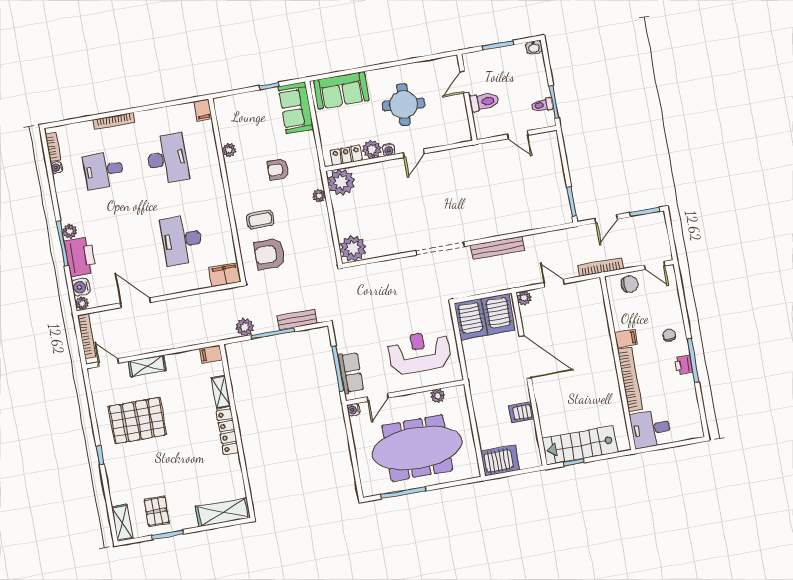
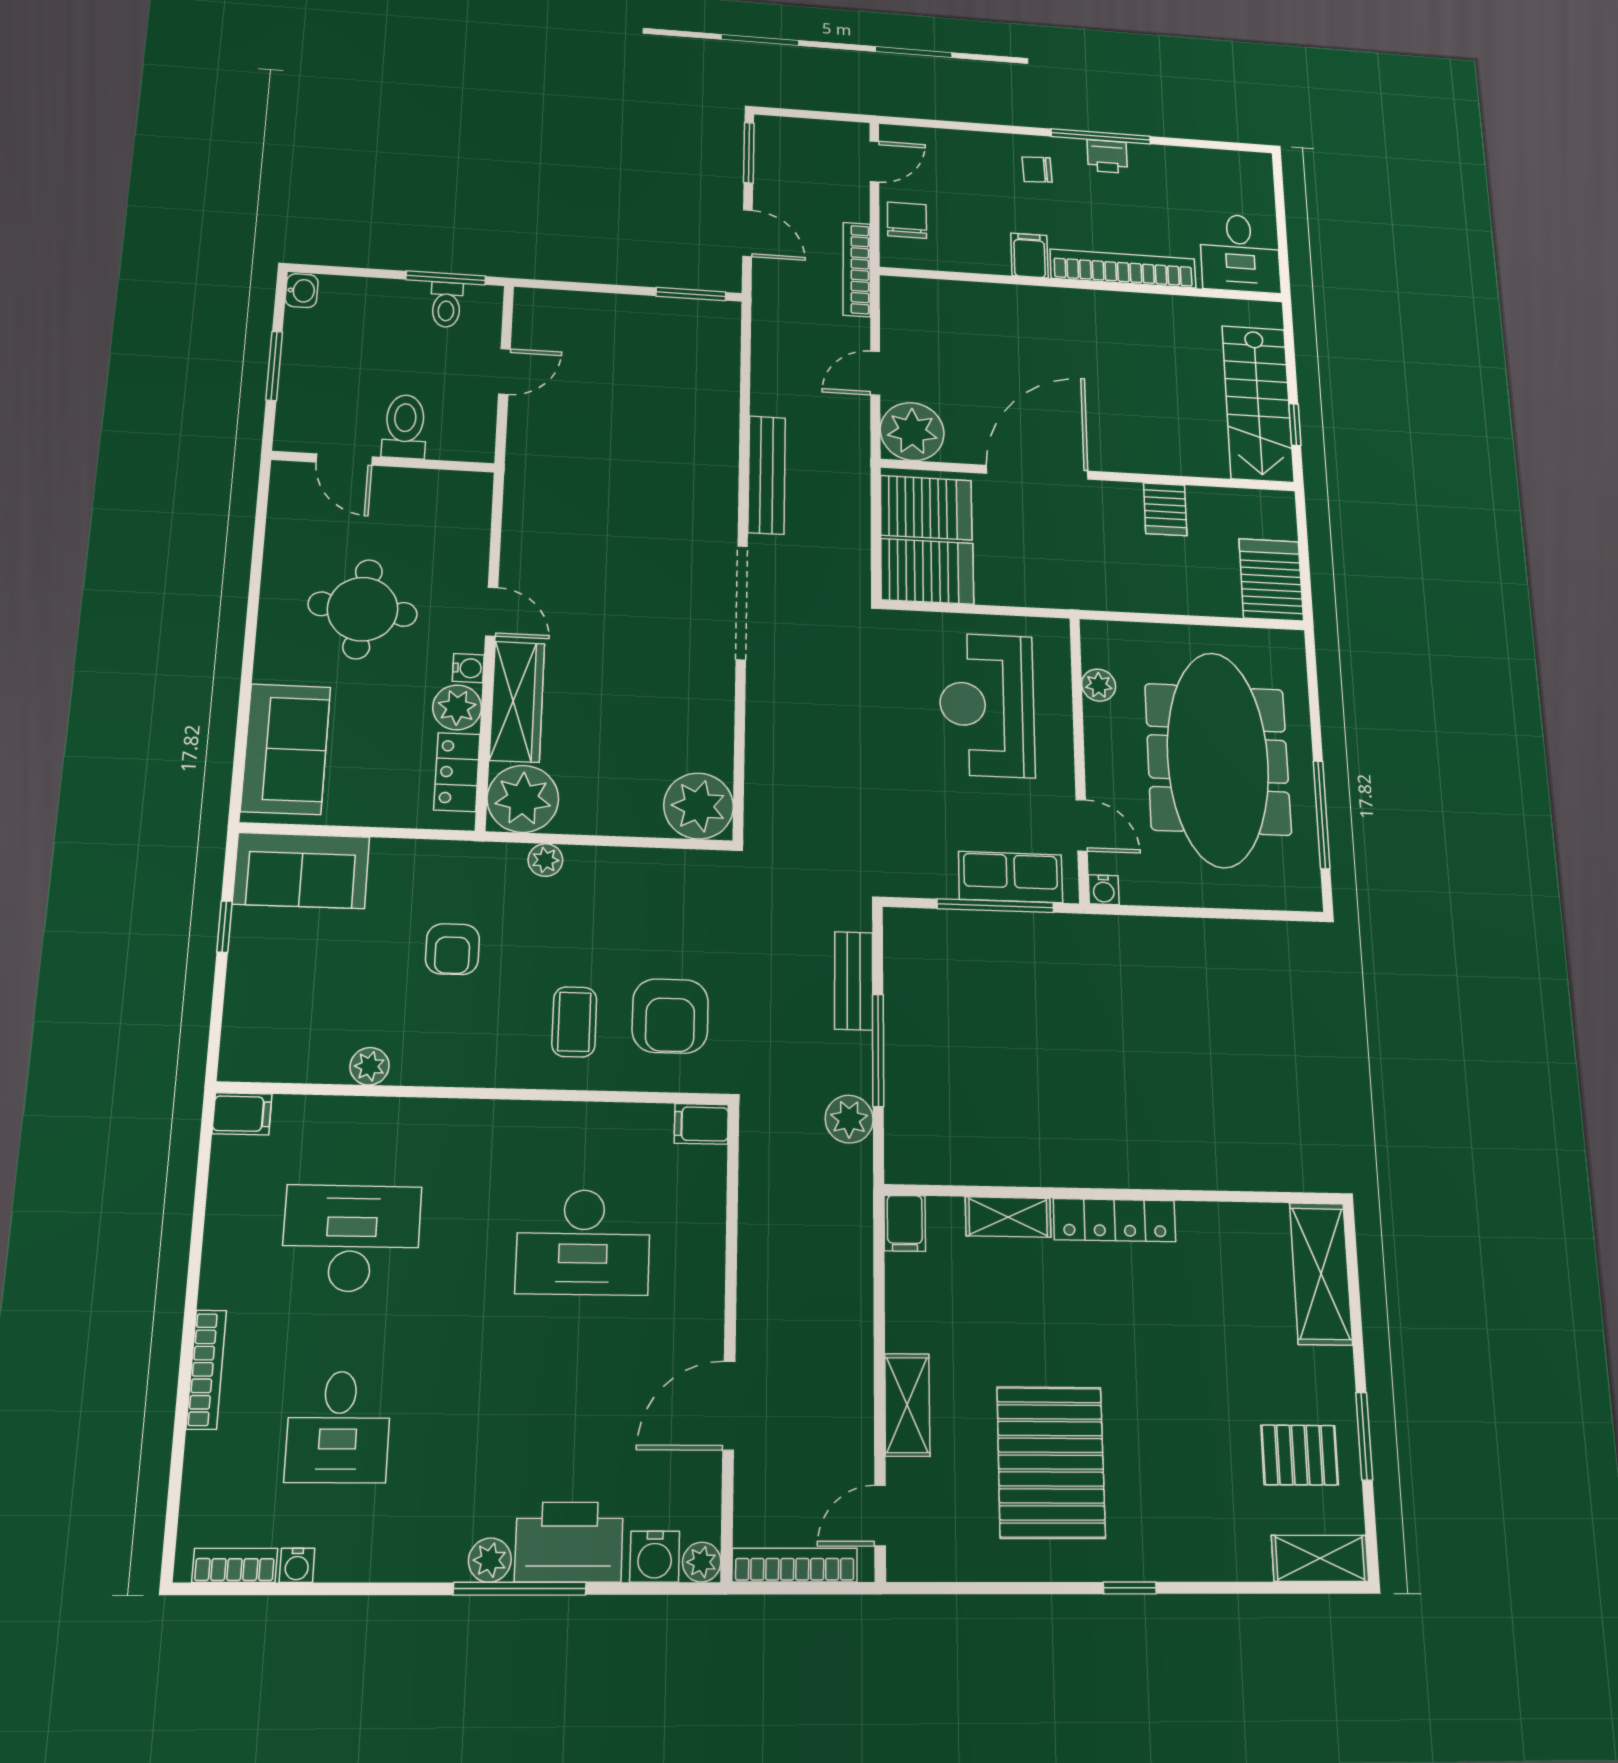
wardrobe: (379, 171) -> (517, 702), added
filing cabinet: (225, 275) -> (701, 1124), width x0.50
plant: (524, 298) -> (912, 432), width x1.88, depth x1.88

